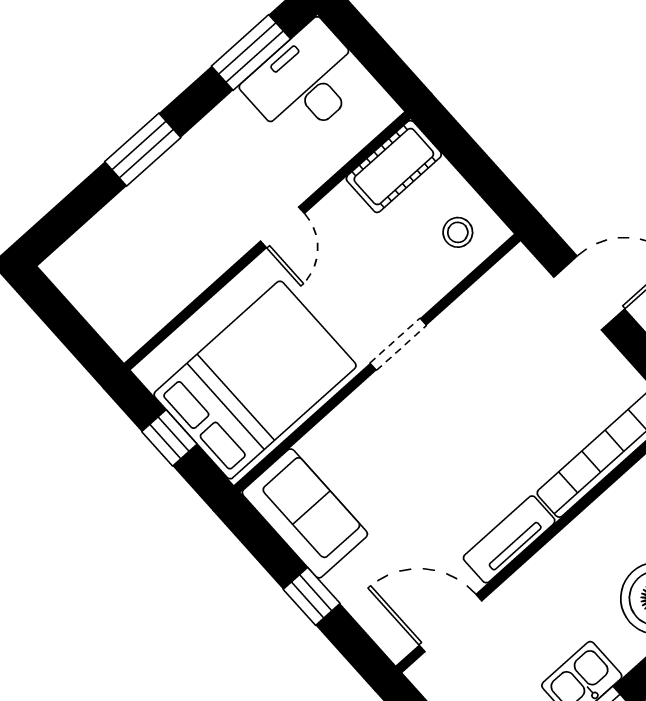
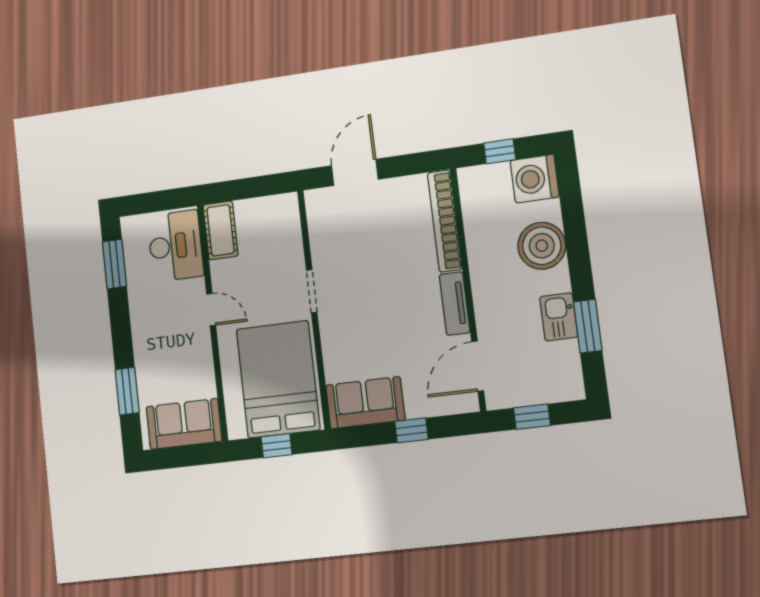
desk: (306, 82) -> (175, 246), moved, turned 180
window: (143, 150) -> (127, 391), moved
stool: (458, 232) -> (276, 220), removed
sofa: (110, 296) -> (184, 424), added

